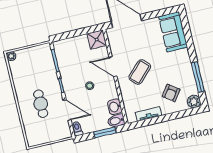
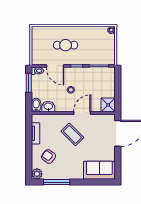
door: (67, 110) -> (55, 66), hinge flipped
window: (105, 132) -> (29, 83), moved

